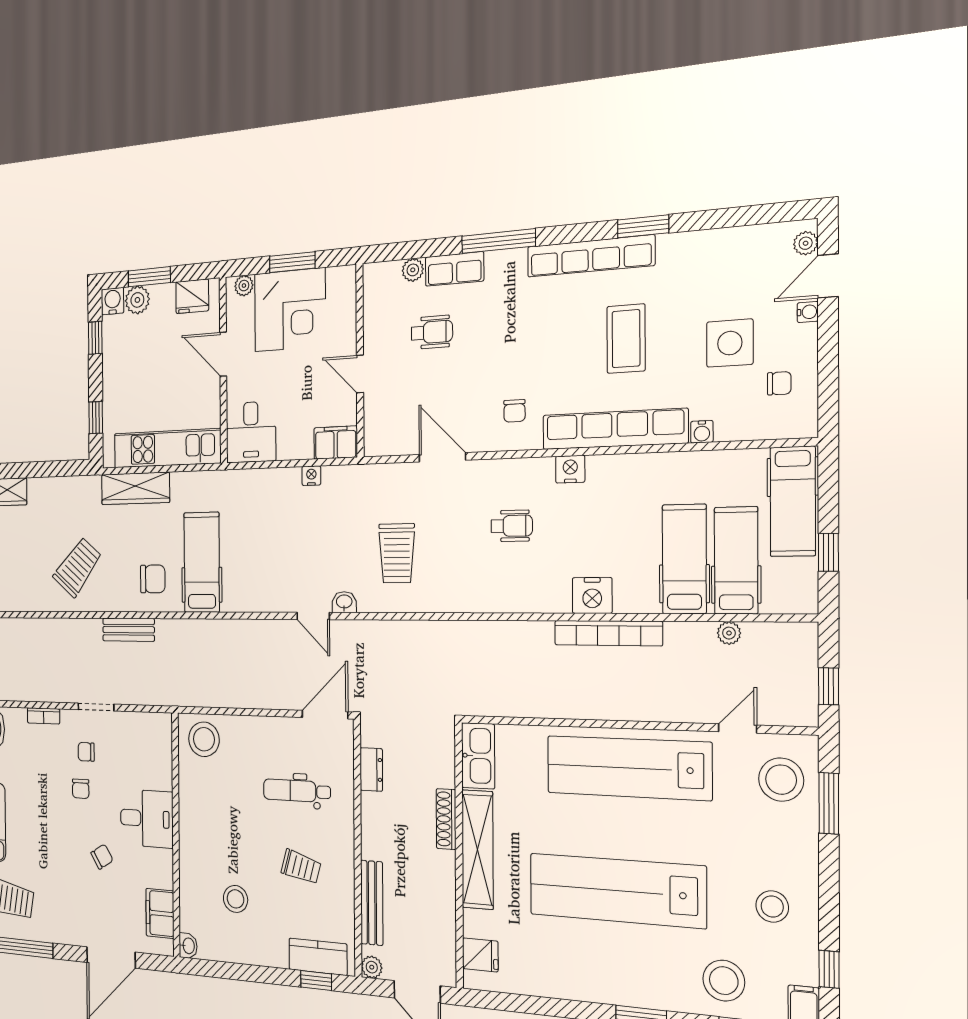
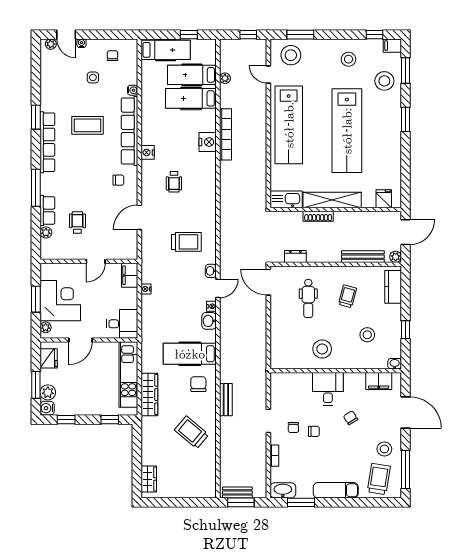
side table: (730, 343) -> (93, 77), width x0.54, depth x0.54
wheelchair: (512, 526) -> (174, 182), turned 180
washbasin: (257, 599) -> (209, 321), added
nightstand: (282, 603) -> (211, 306), added
stool: (204, 739) -> (322, 349), moved
stool: (55, 913) -> (384, 449), added
window: (316, 980) -> (406, 330), moved

